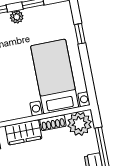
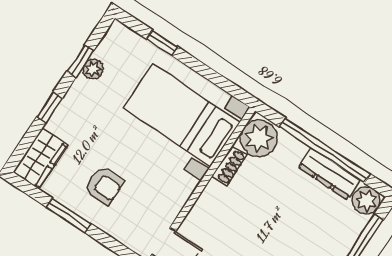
plant: (17, 17) -> (93, 69), moved
wardrobe: (24, 132) -> (209, 208), removed

